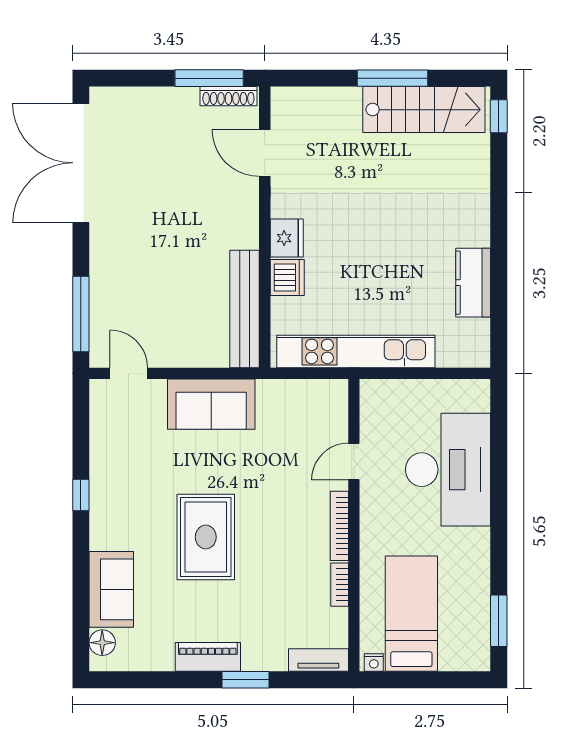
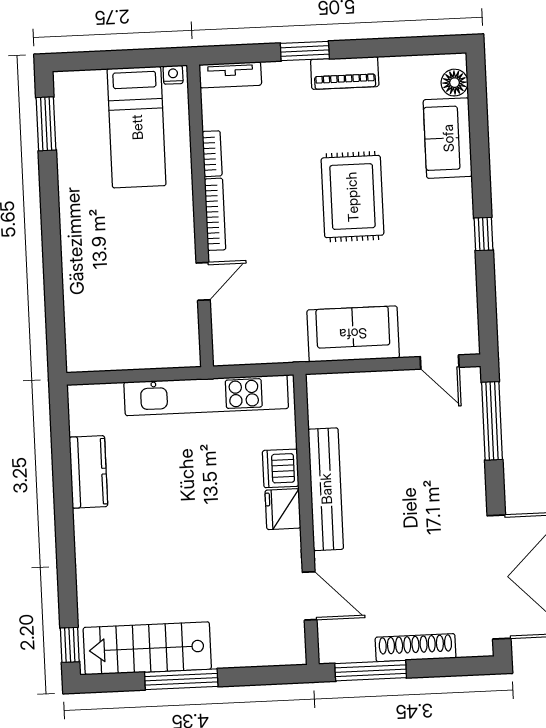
shoe rack: (228, 96) -> (416, 648), moved, width x1.36, depth x1.24
bench: (244, 309) -> (326, 489), moved
desk: (448, 470) -> (106, 277), removed

